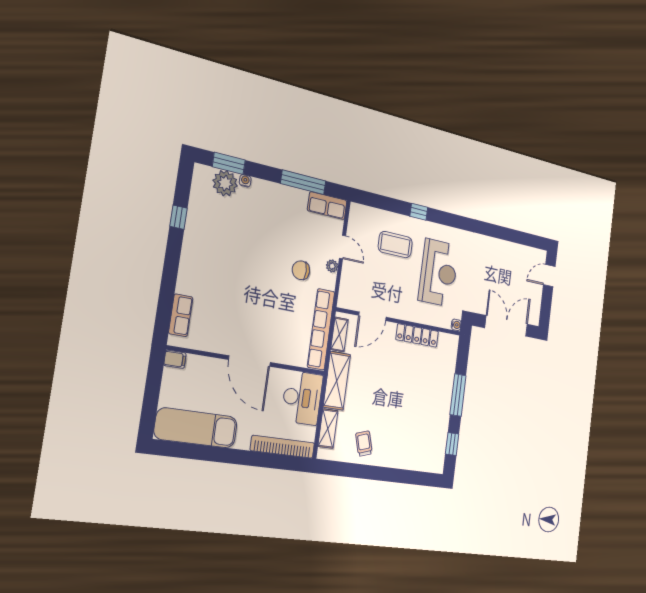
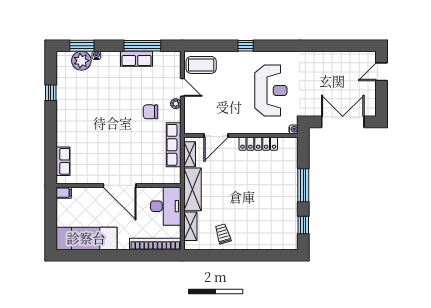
row of seats: (327, 206) -> (137, 59), moved
coffee table: (395, 245) -> (201, 65), moved
row of seats: (321, 329) -> (174, 145), width x0.73

